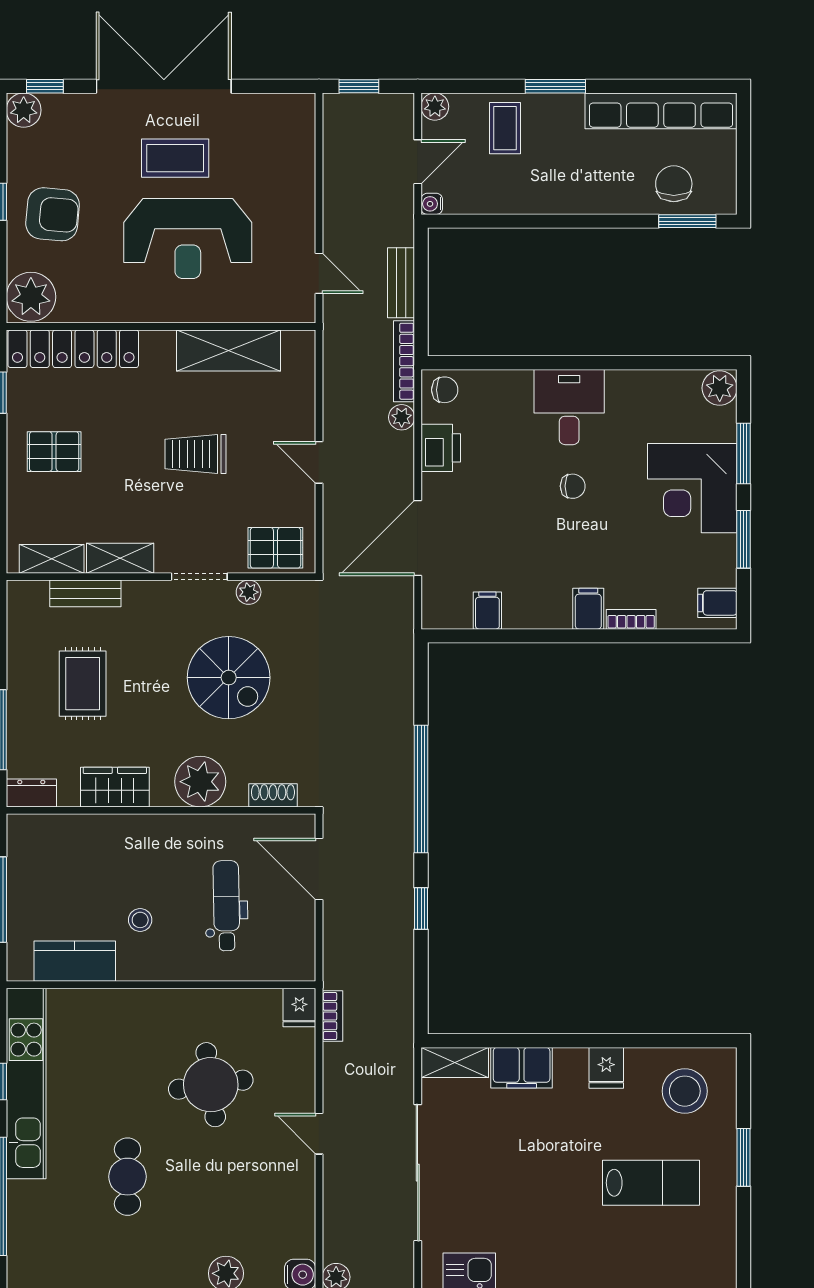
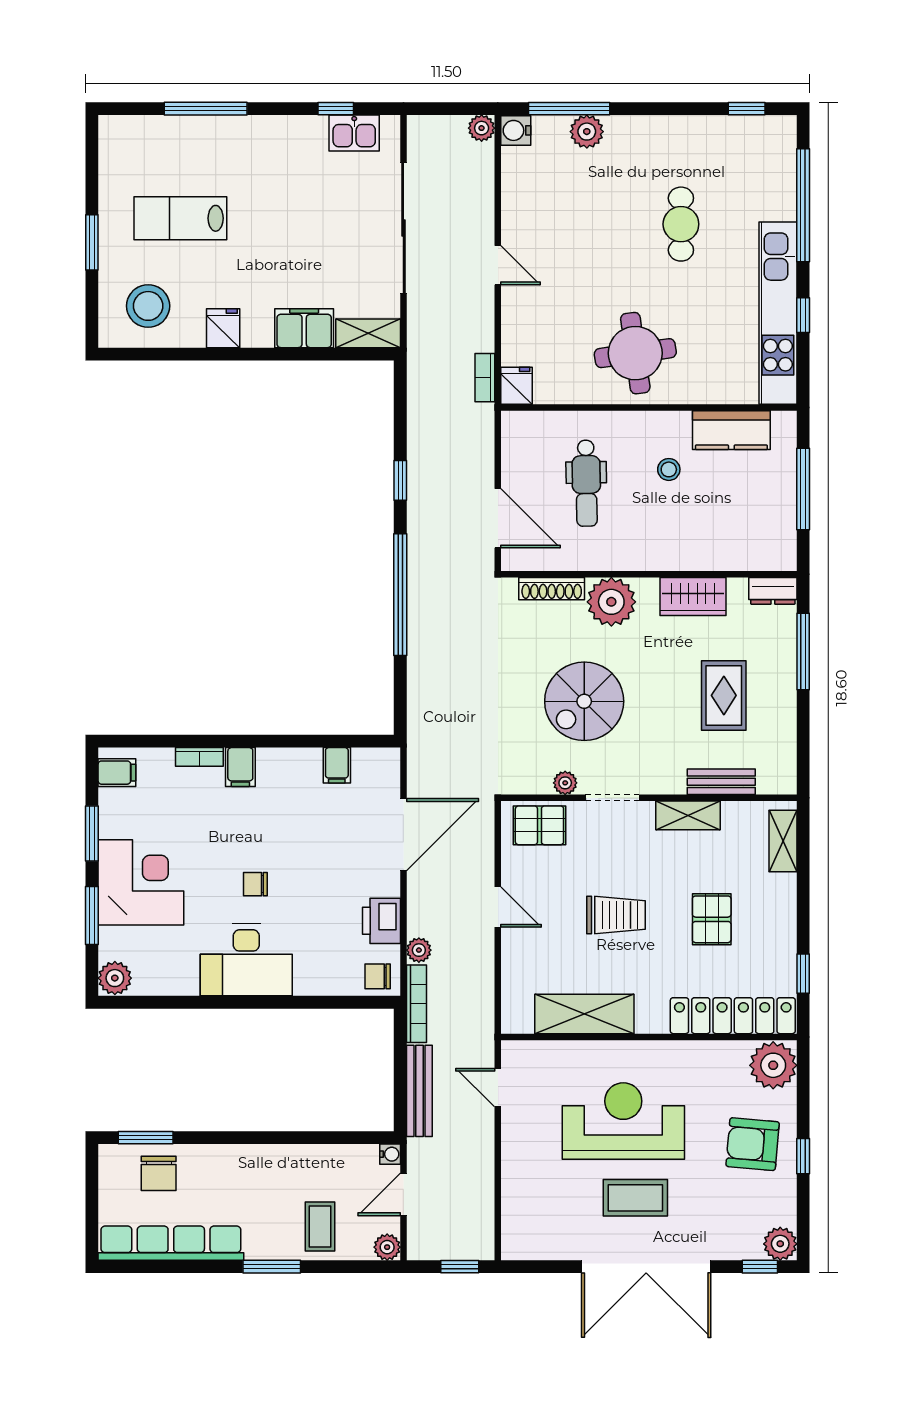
bench: (401, 283) -> (419, 1091), width x1.36
desk: (569, 407) -> (246, 960), width x1.37
pallet: (54, 452) -> (712, 919), moved, turned 90
shelving: (52, 559) -> (783, 841), moved, turned 90
spiral stairs: (229, 678) -> (584, 701), turned -90
shoe rack: (273, 795) -> (552, 589), width x1.43
round table: (211, 1085) -> (635, 353), moved

